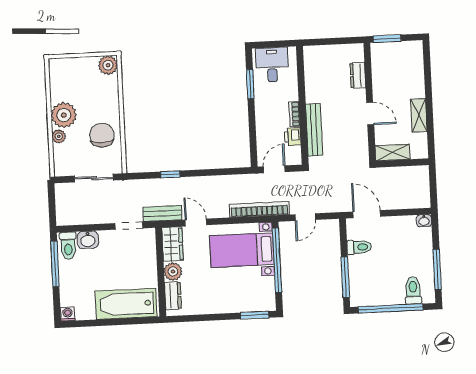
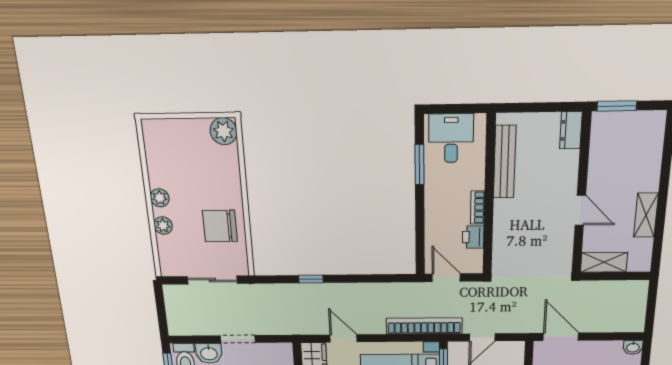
dresser: (358, 75) -> (571, 130), moved
plant: (64, 115) -> (160, 198), width x0.53, depth x0.53
bench: (314, 130) -> (505, 162), moved
chair: (102, 135) -> (220, 226), turned -90
door: (274, 169) -> (446, 278), hinge flipped
bench: (162, 213) -> (301, 326), removed
doorway: (129, 226) -> (238, 339), moved

